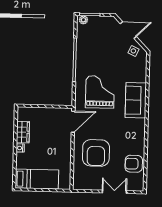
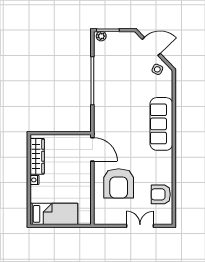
grand piano: (100, 92) -> (121, 116), removed
sofa: (136, 100) -> (161, 124), width x1.36
door: (73, 122) -> (92, 149), hinge flipped
wardrobe: (23, 132) -> (37, 156), width x1.50

